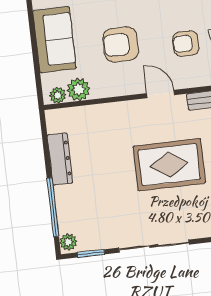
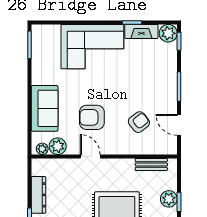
armchair: (186, 43) -> (139, 122), turned 142
door: (161, 94) -> (90, 156), moved

